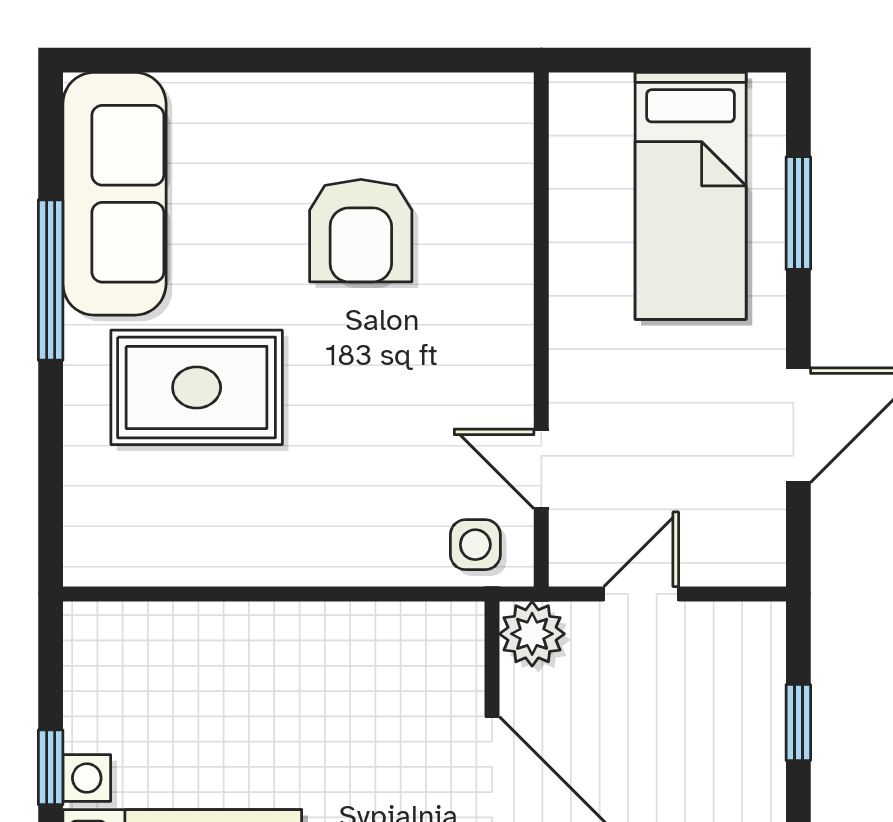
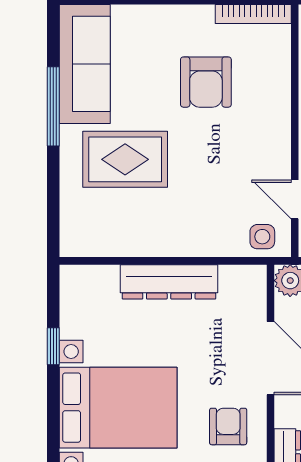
bookcase: (457, 92) -> (253, 14), added
dresser: (286, 637) -> (169, 282), added

